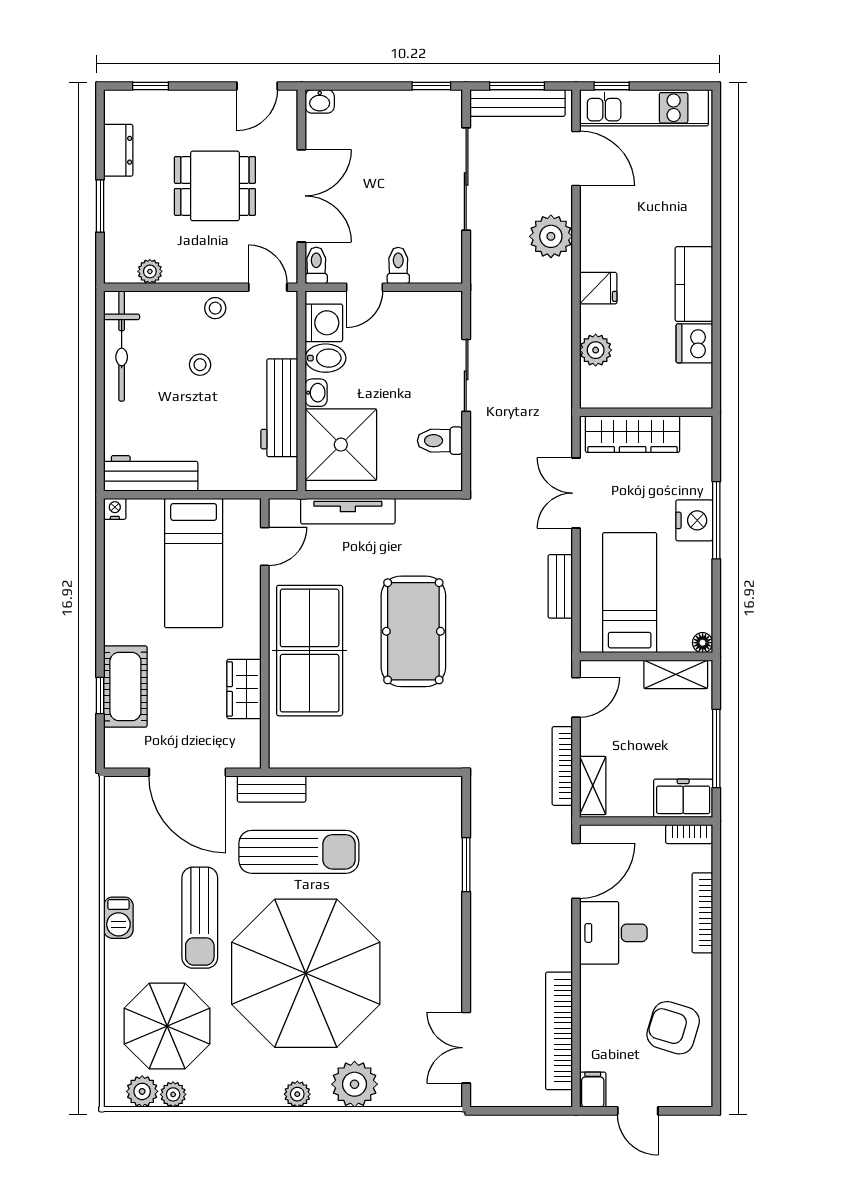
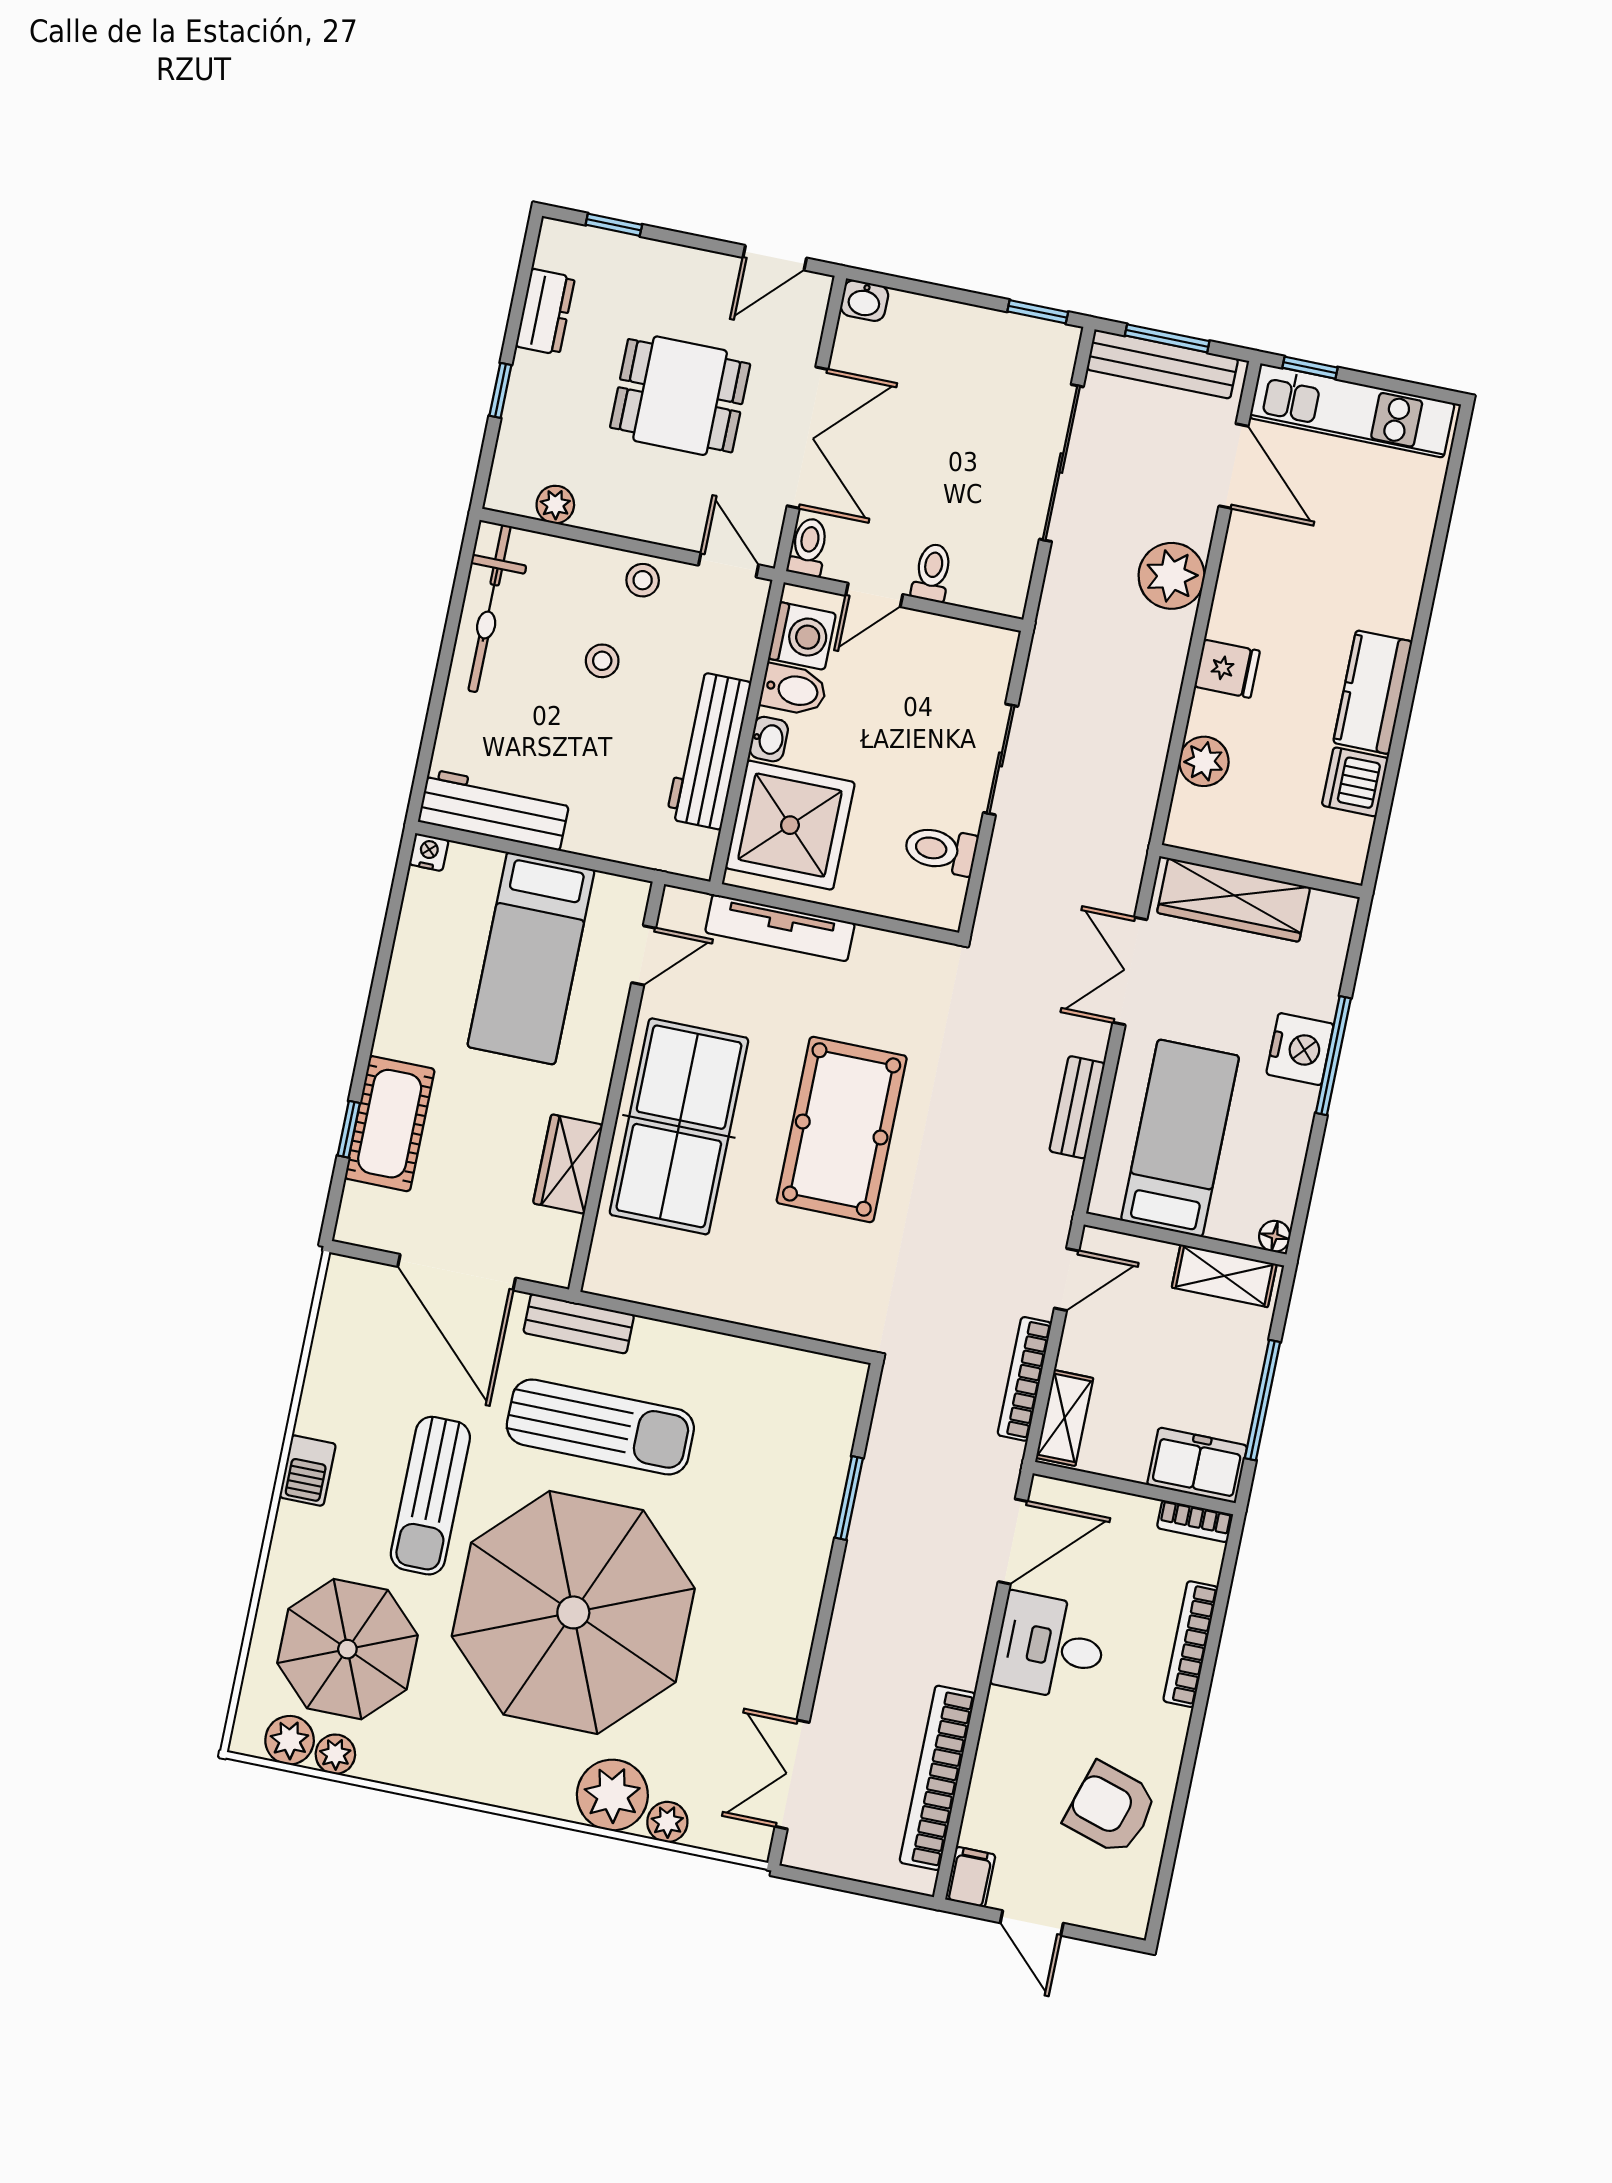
window: (100, 206) -> (500, 390), width x0.67
plant: (297, 1094) -> (667, 1822), moved

